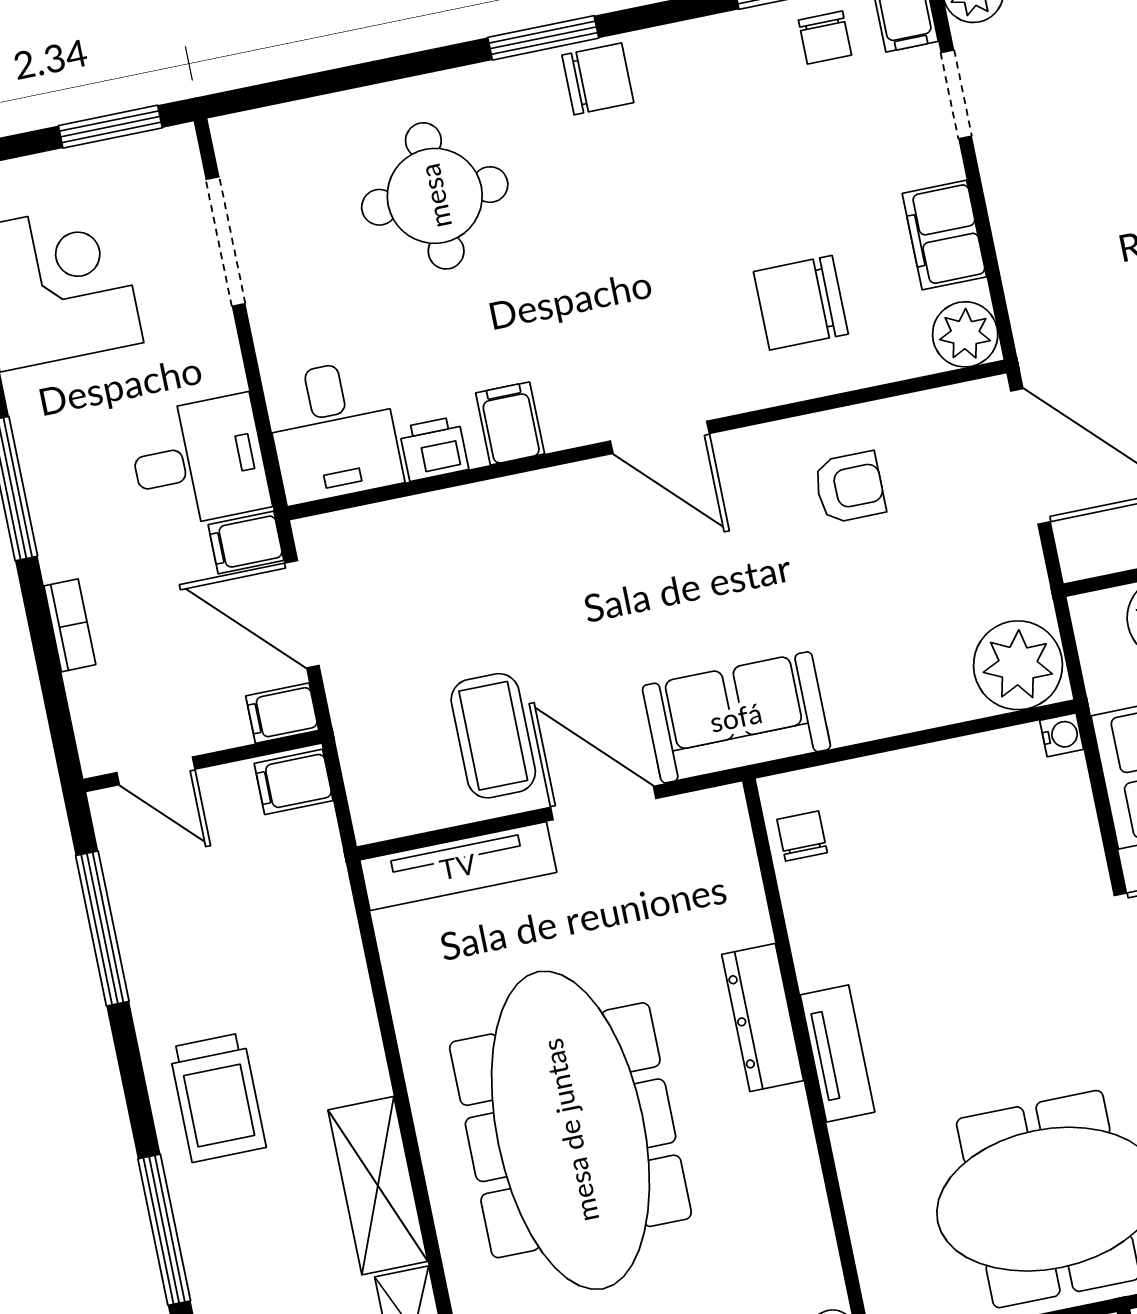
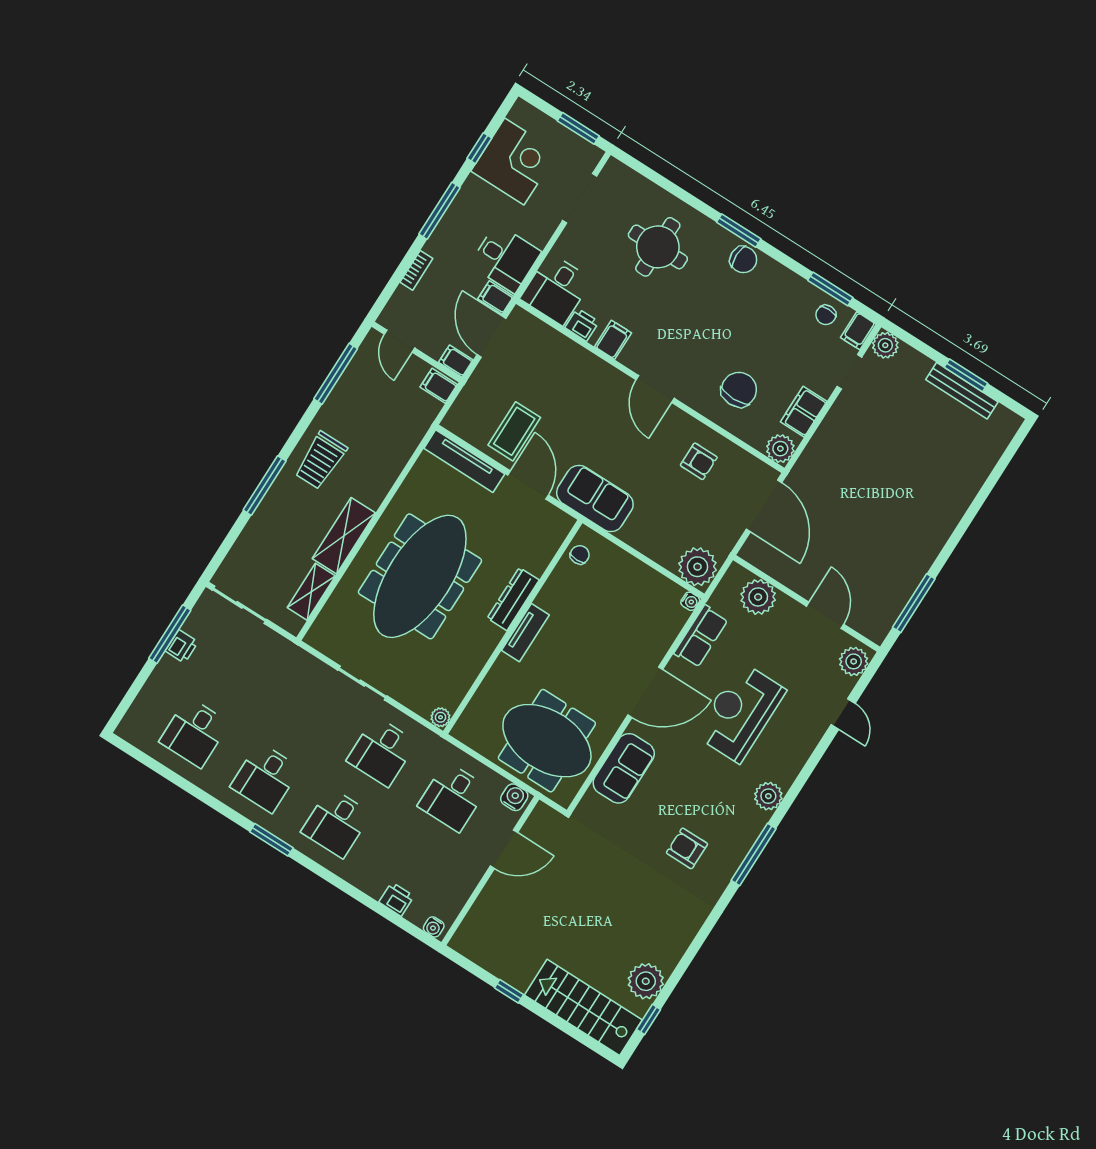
chair: (801, 303) -> (739, 390), turned 90

